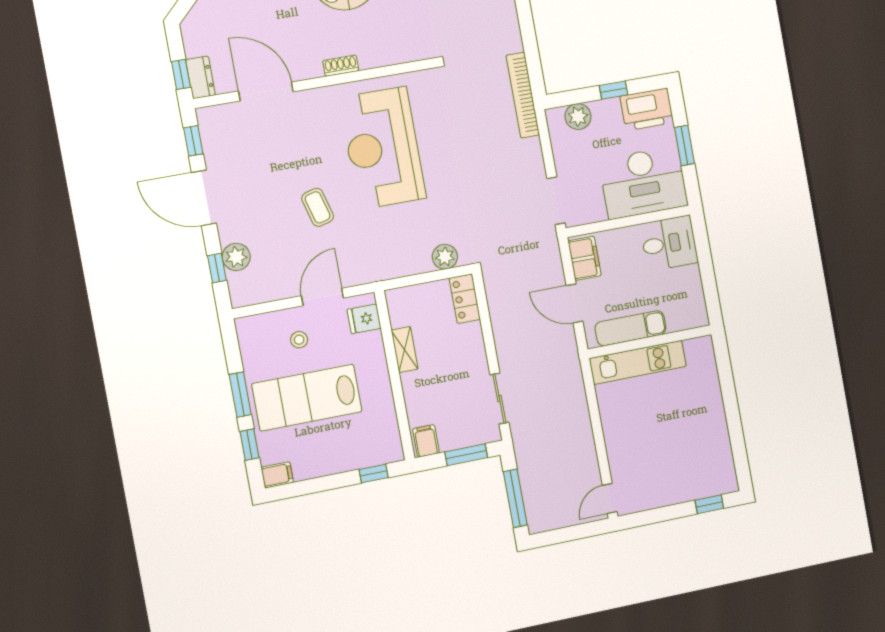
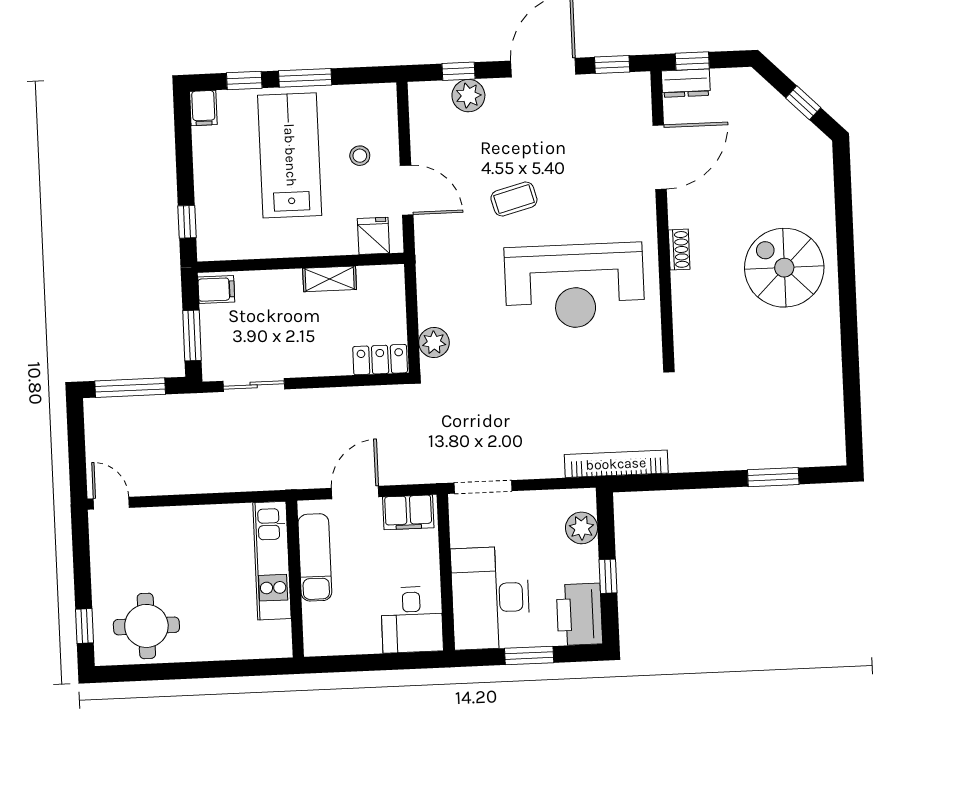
reception desk: (383, 148) -> (575, 286), turned 180
round table: (703, 455) -> (146, 626), added

